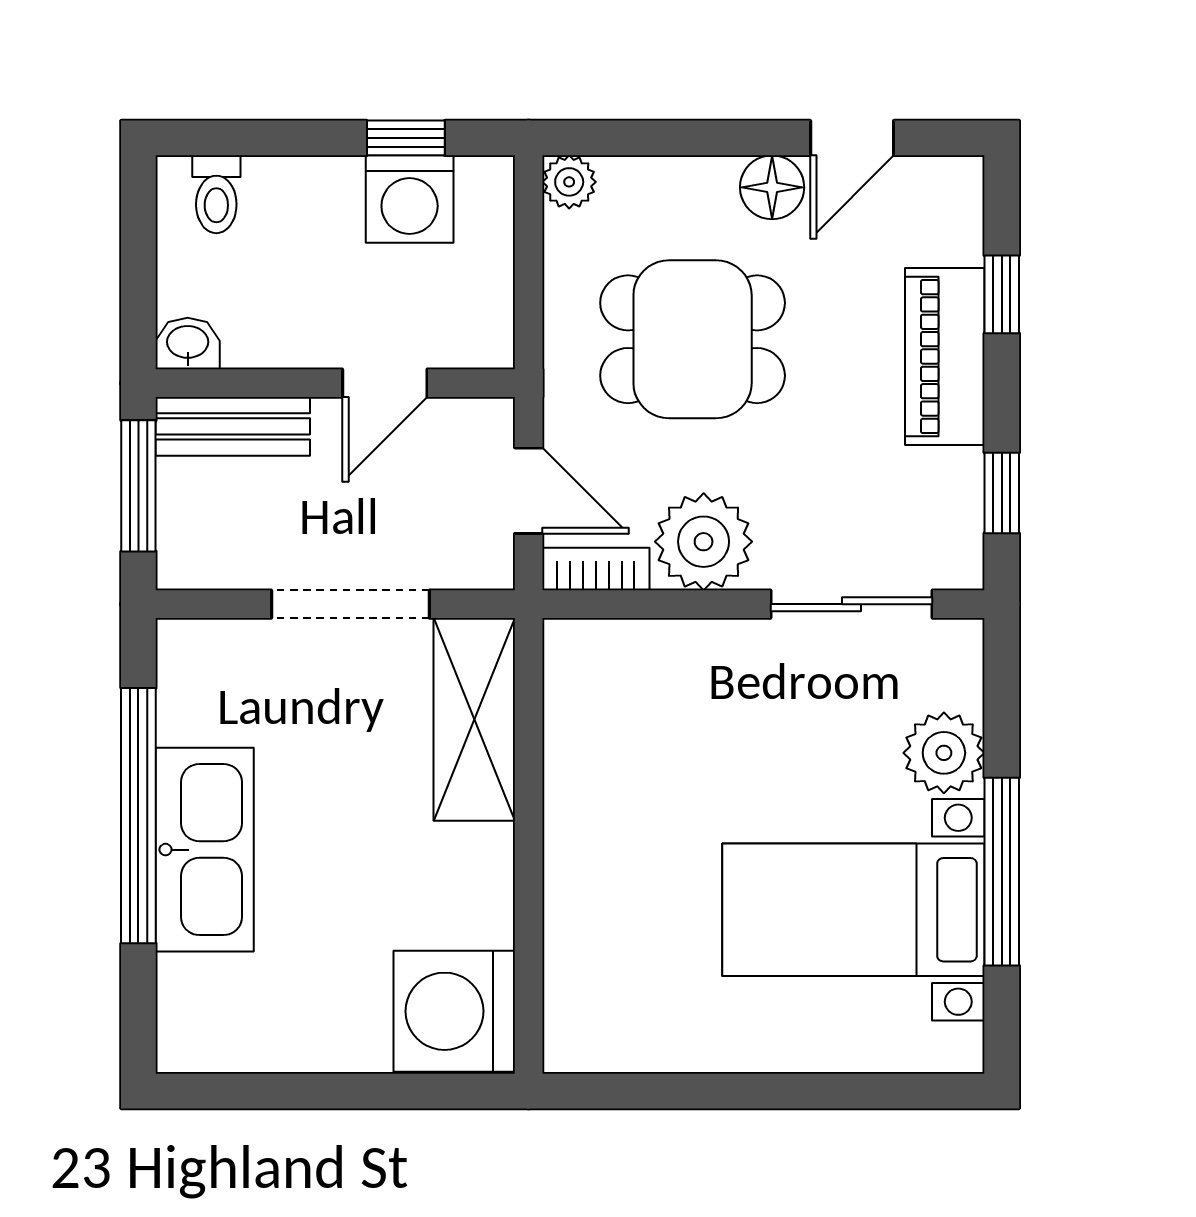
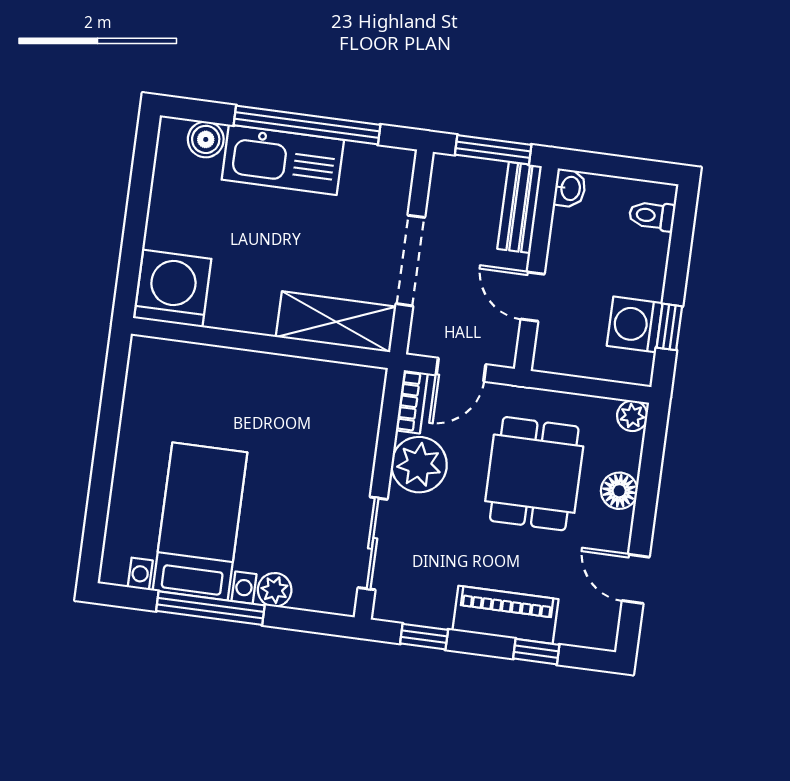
floor lamp: (772, 187) -> (619, 491), moved
plant: (944, 753) -> (275, 590), width x0.73, depth x0.73
boiler: (187, 988) -> (206, 139), added

